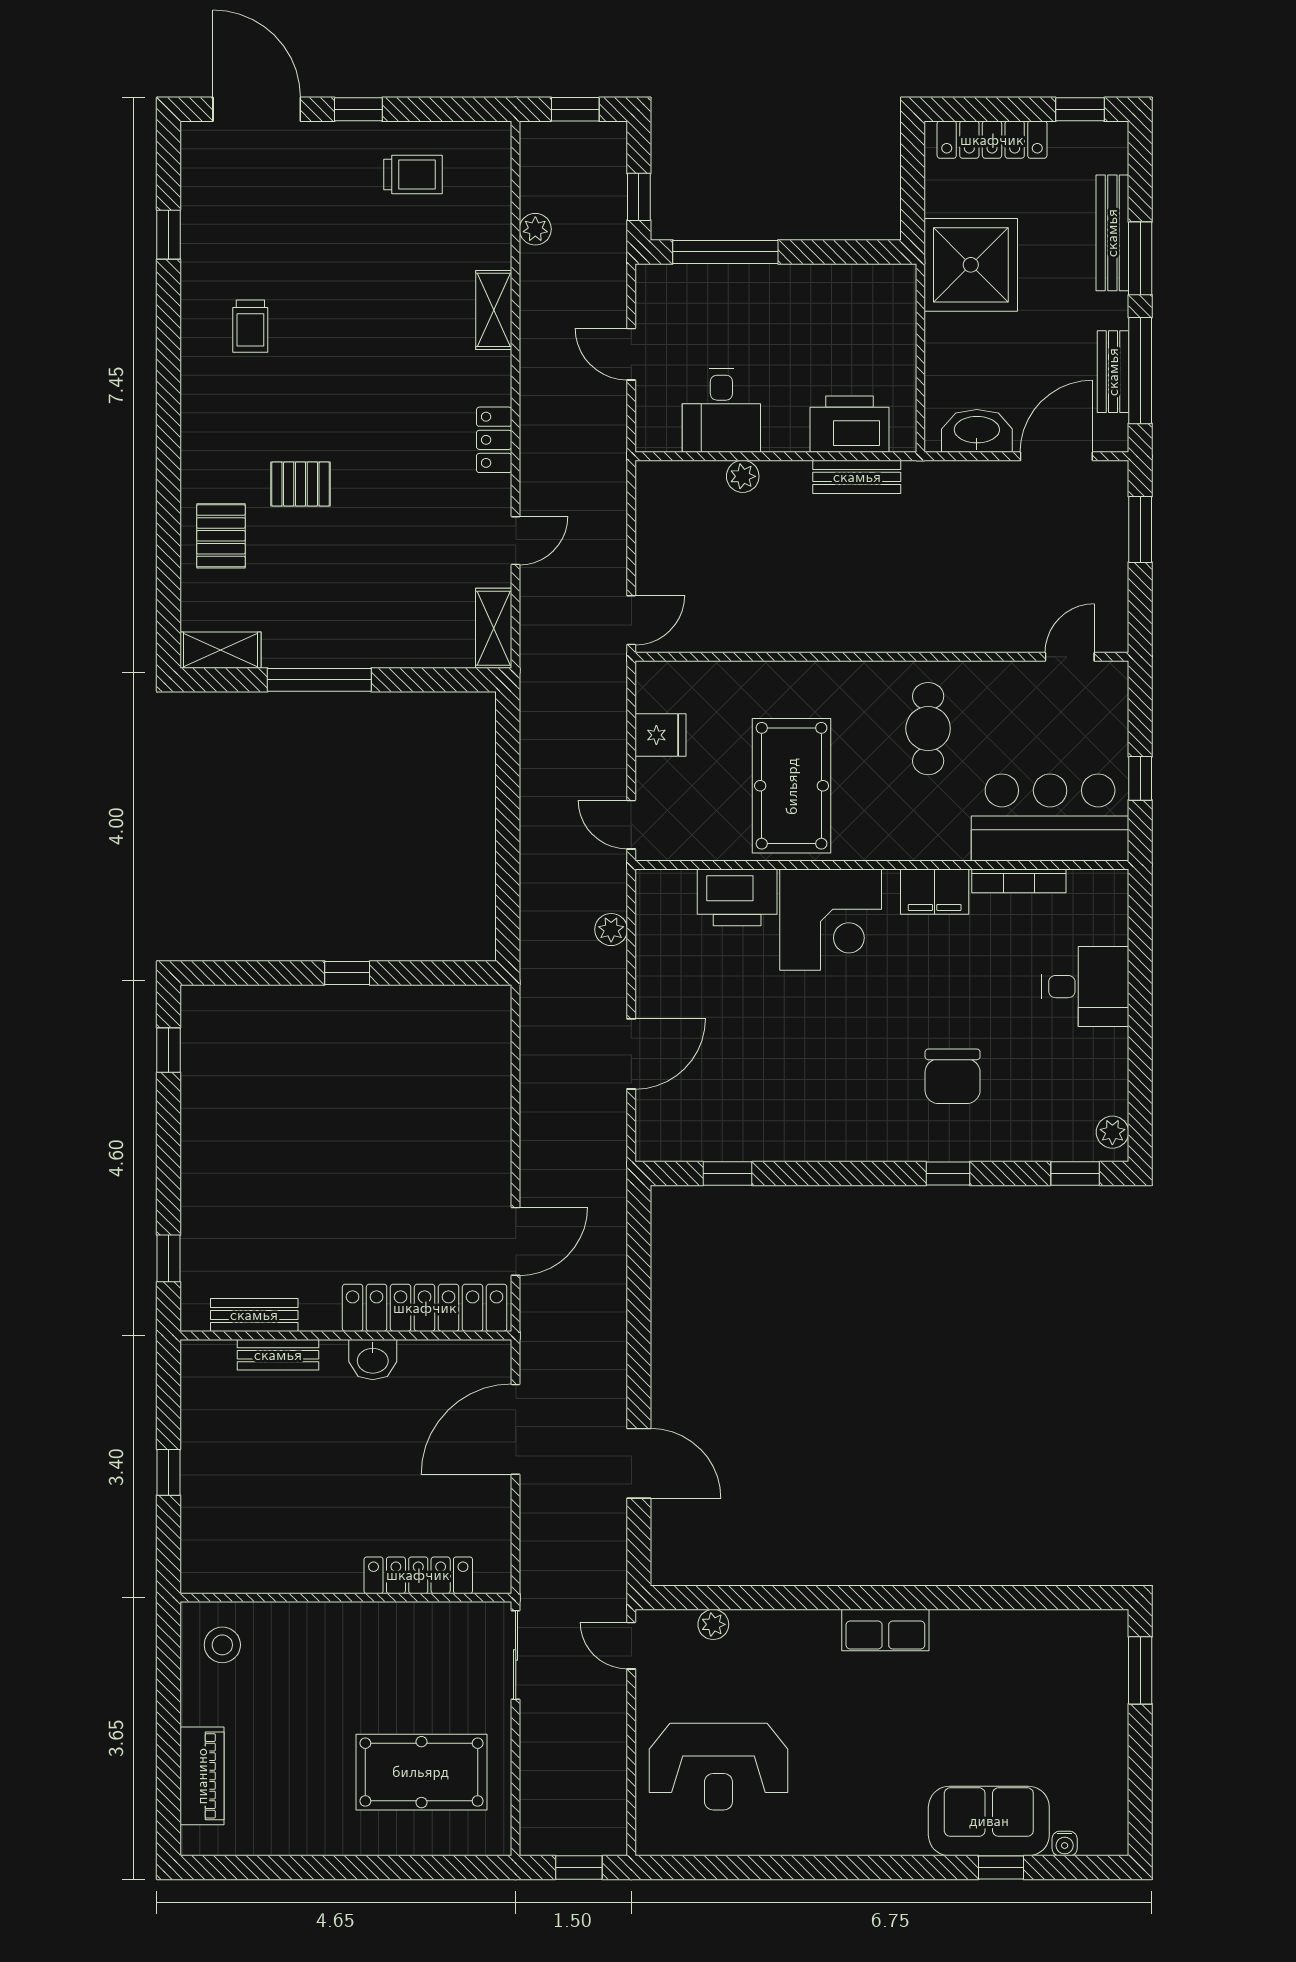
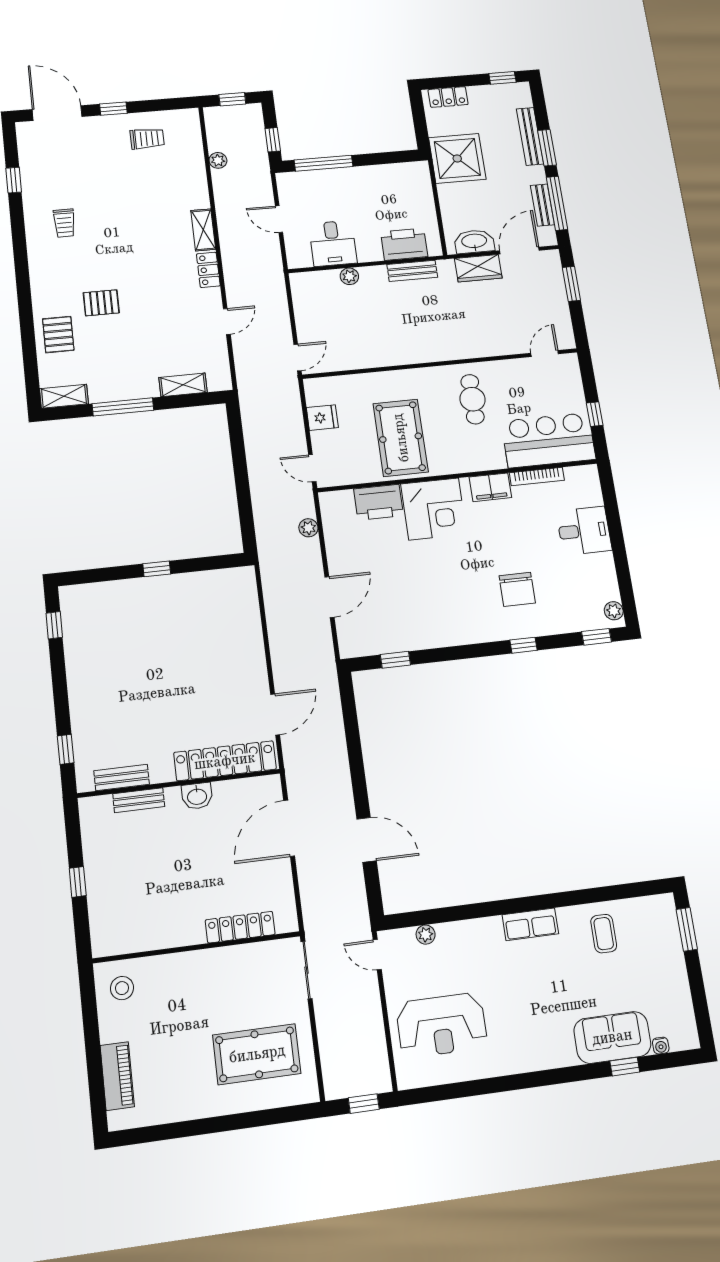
locker: (992, 140) -> (448, 97), width x0.66
shelving: (494, 310) -> (203, 230), moved
wardrobe: (976, 483) -> (478, 268), added
shelving: (494, 628) -> (183, 385), moved, turned 90
coffee table: (1003, 1660) -> (604, 934), added

